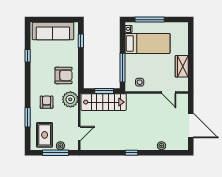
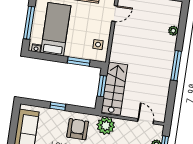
window: (81, 41) -> (58, 106), moved
window: (122, 68) -> (79, 61), width x0.69
window: (132, 153) -> (176, 66), width x2.17

